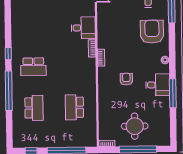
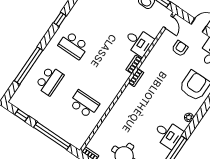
armchair: (126, 79) -> (180, 48), moved
window: (9, 91) -> (29, 66), moved
school desk: (74, 107) -> (84, 104), turned 90

